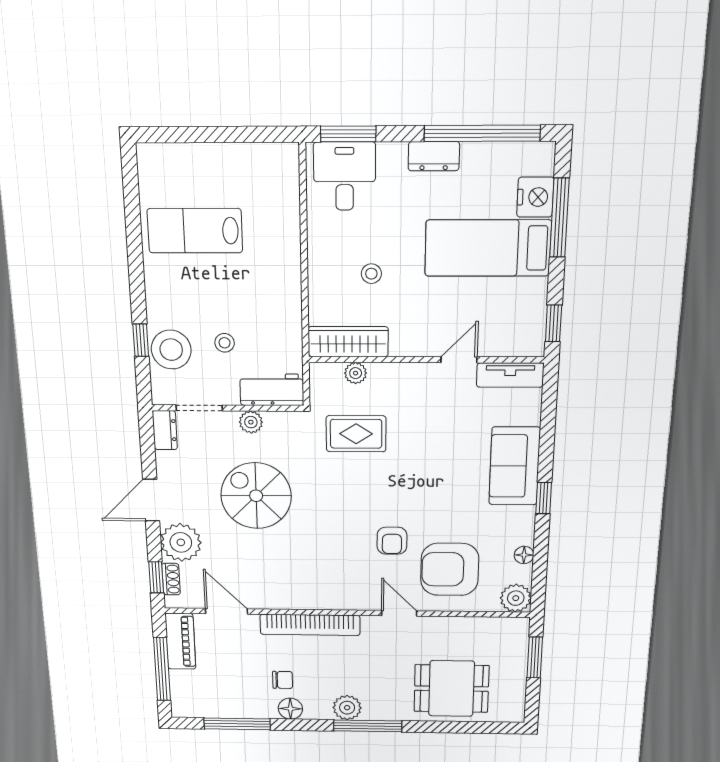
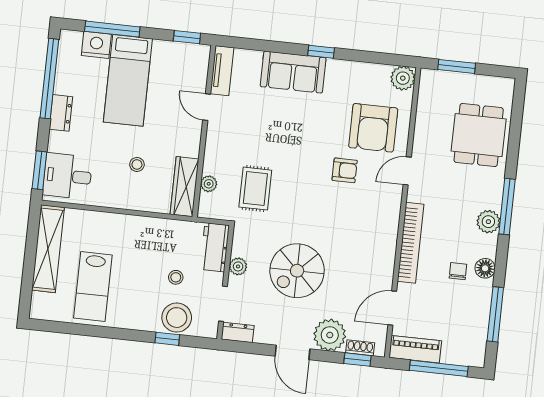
shelving: (238, 160) -> (48, 249), added
floor lamp: (524, 555) -> (367, 69), removed

